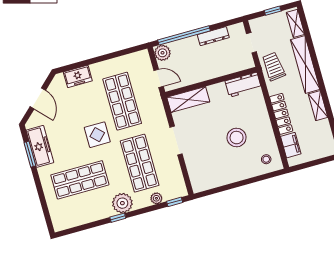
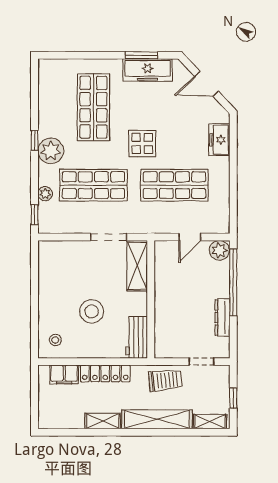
wall: (211, 82) -> (151, 299), moved
workbench: (243, 85) -> (137, 337), moved
shelving: (188, 100) -> (137, 266), moved

